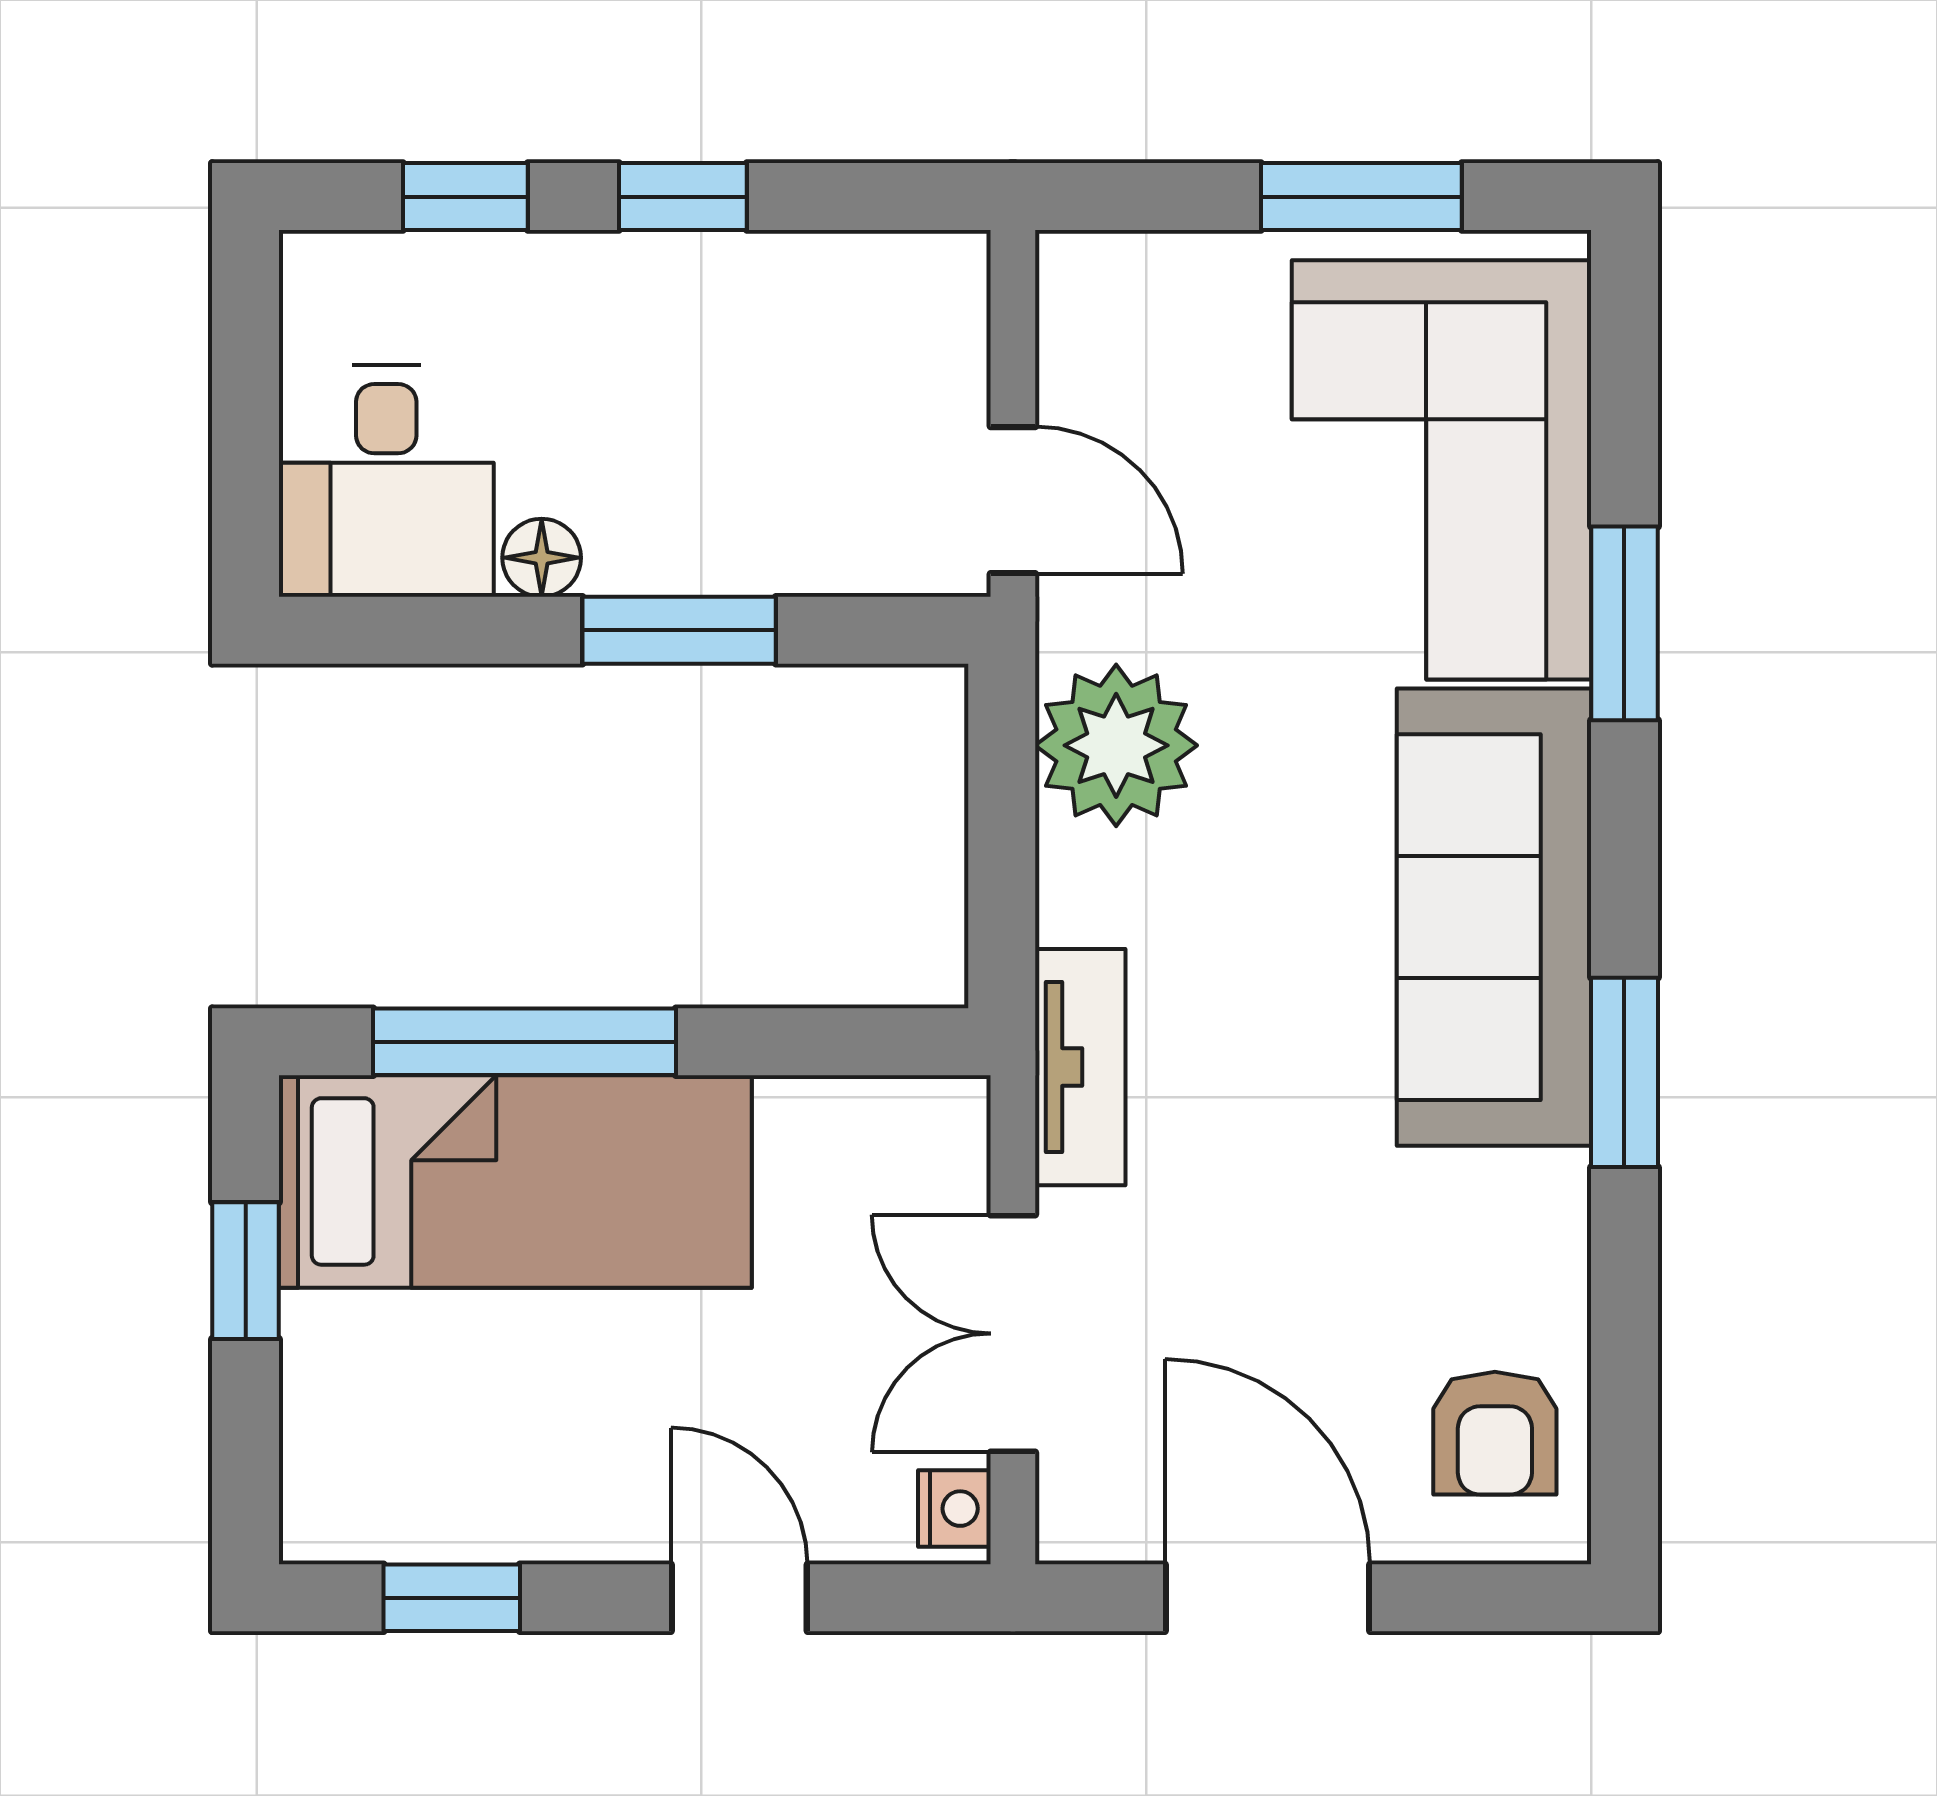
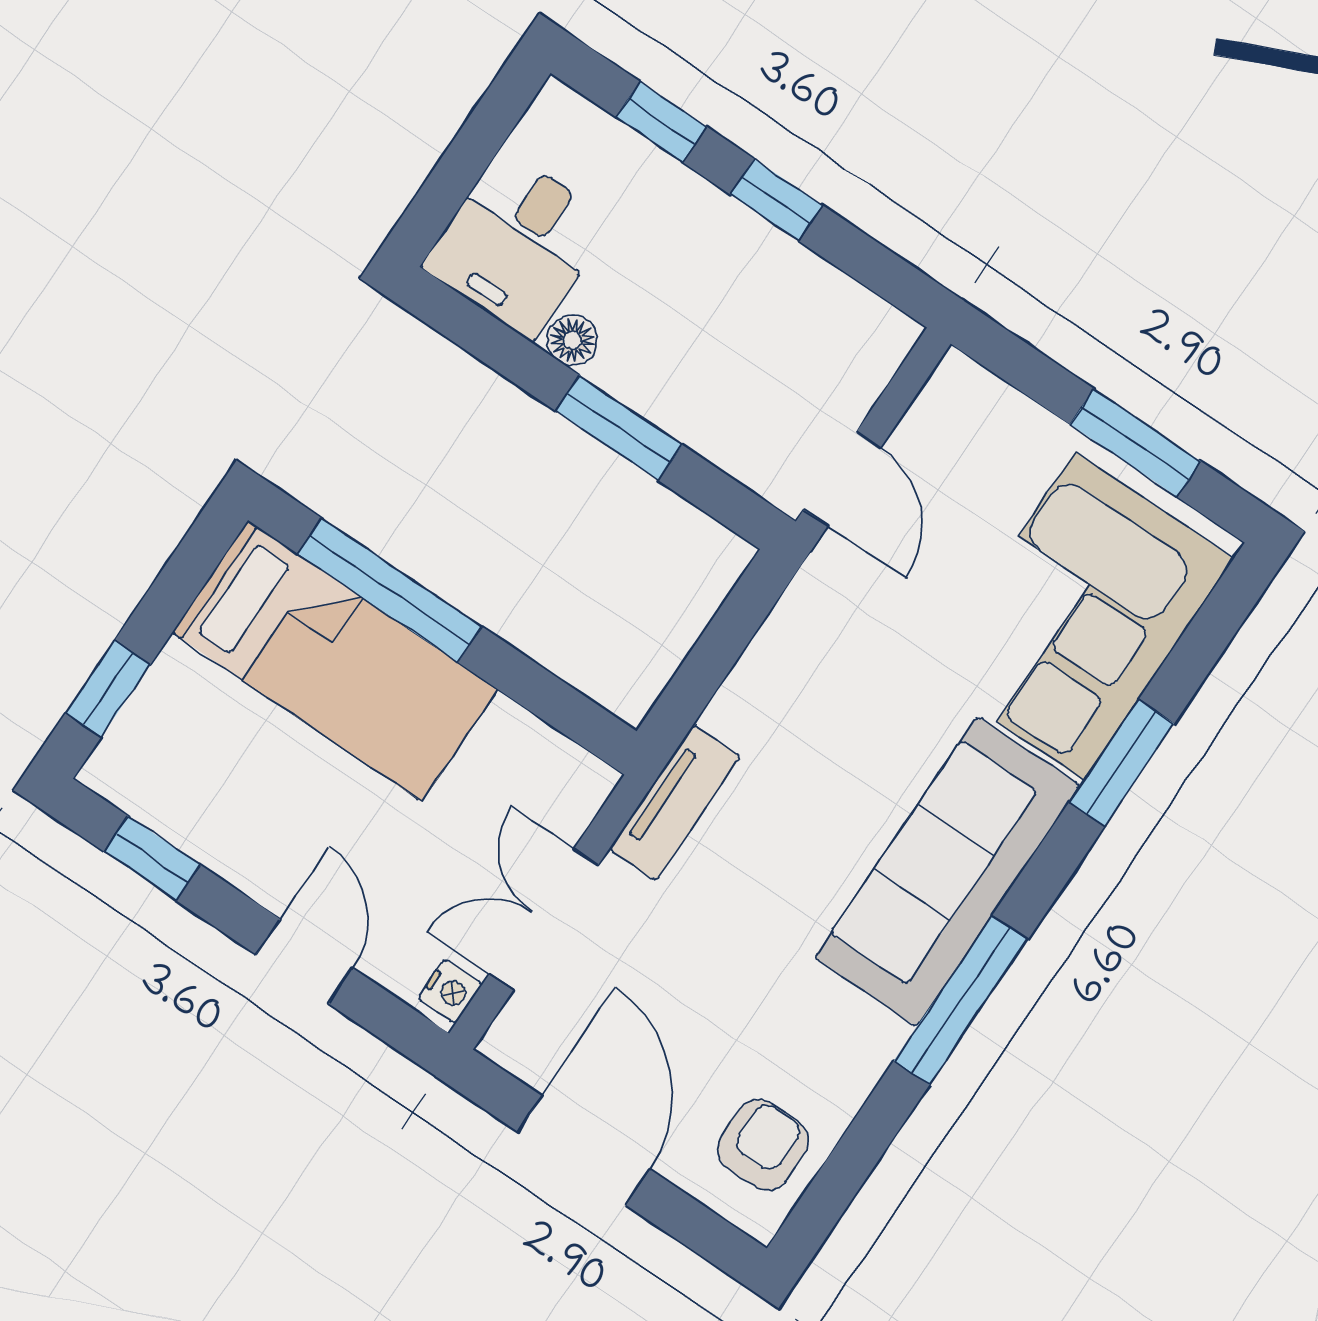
plant: (1116, 745) -> (809, 645), removed
window: (1624, 1072) -> (961, 1000), width x1.44
window: (246, 1271) -> (108, 689), moved
armchair: (1495, 1433) -> (763, 1145), turned 180

